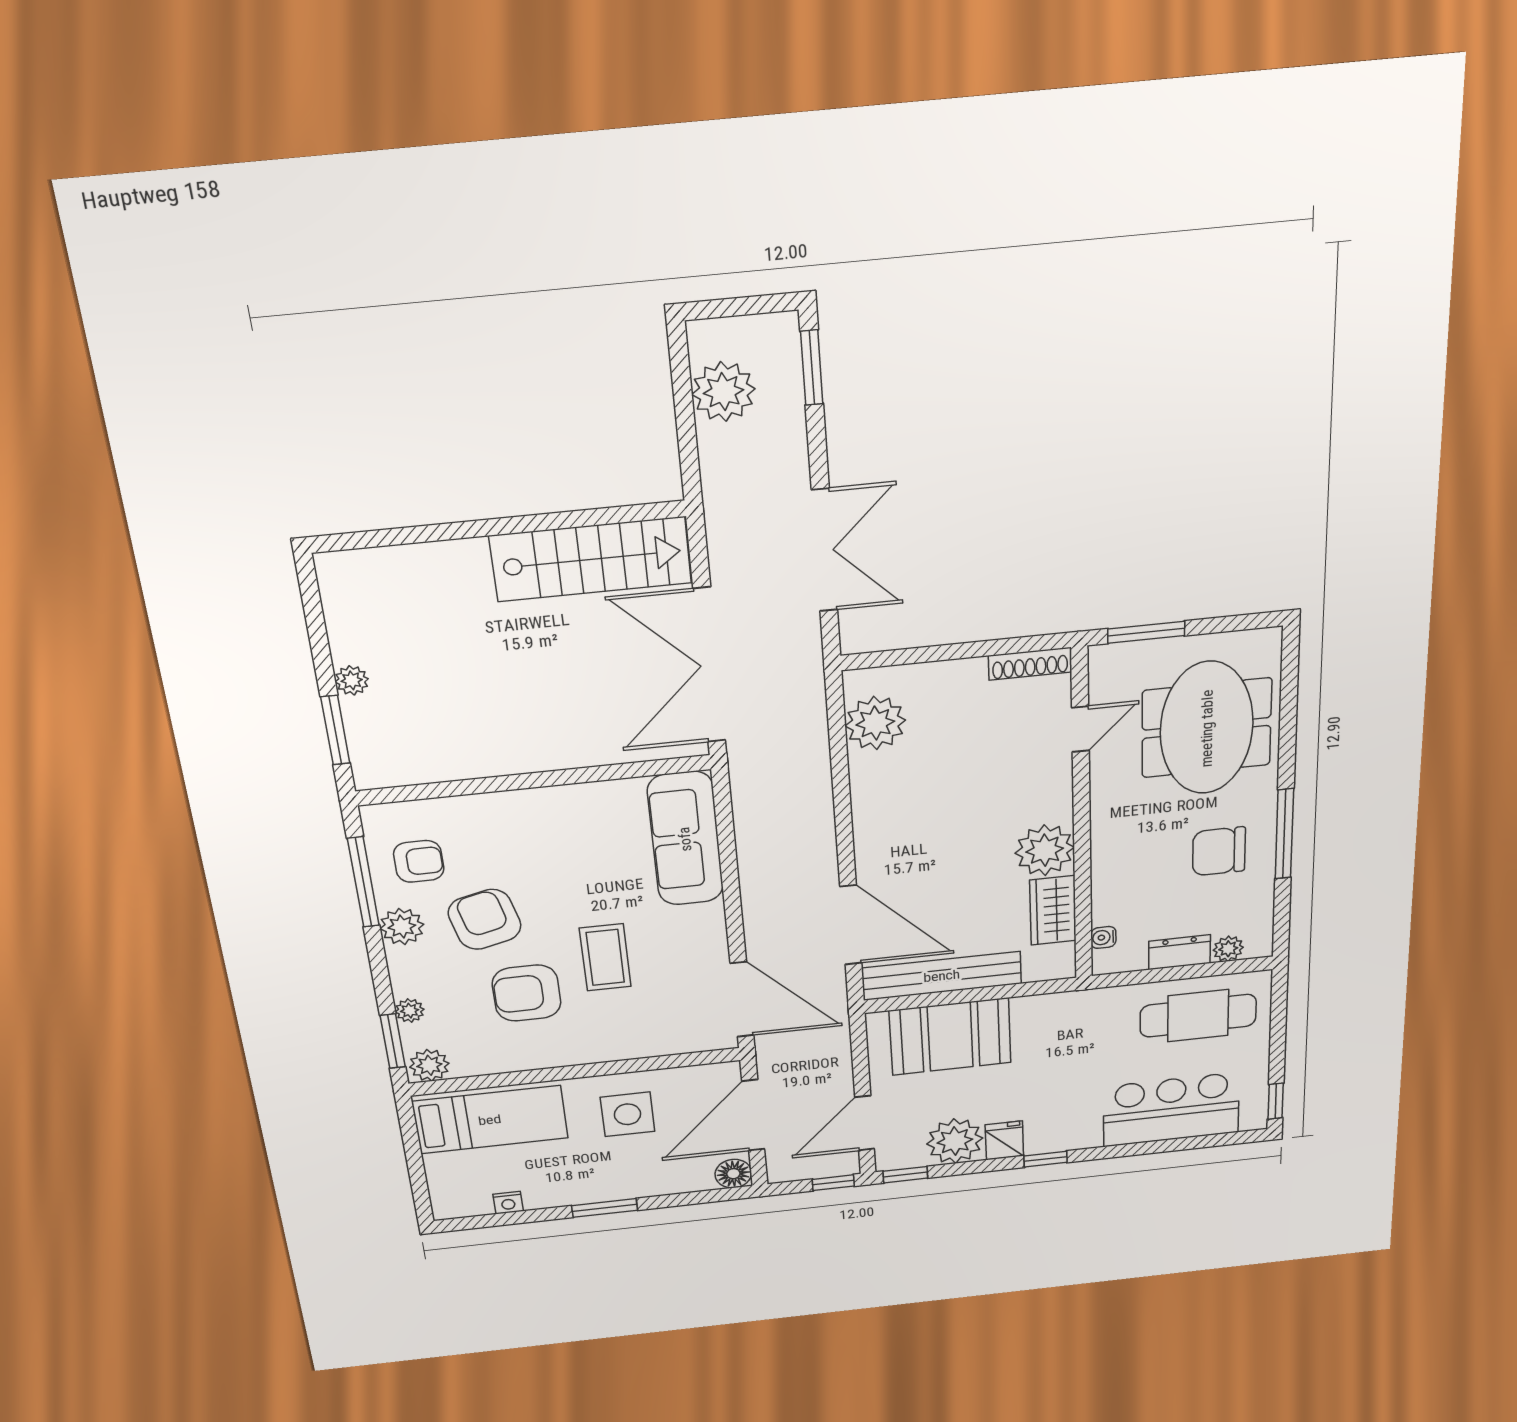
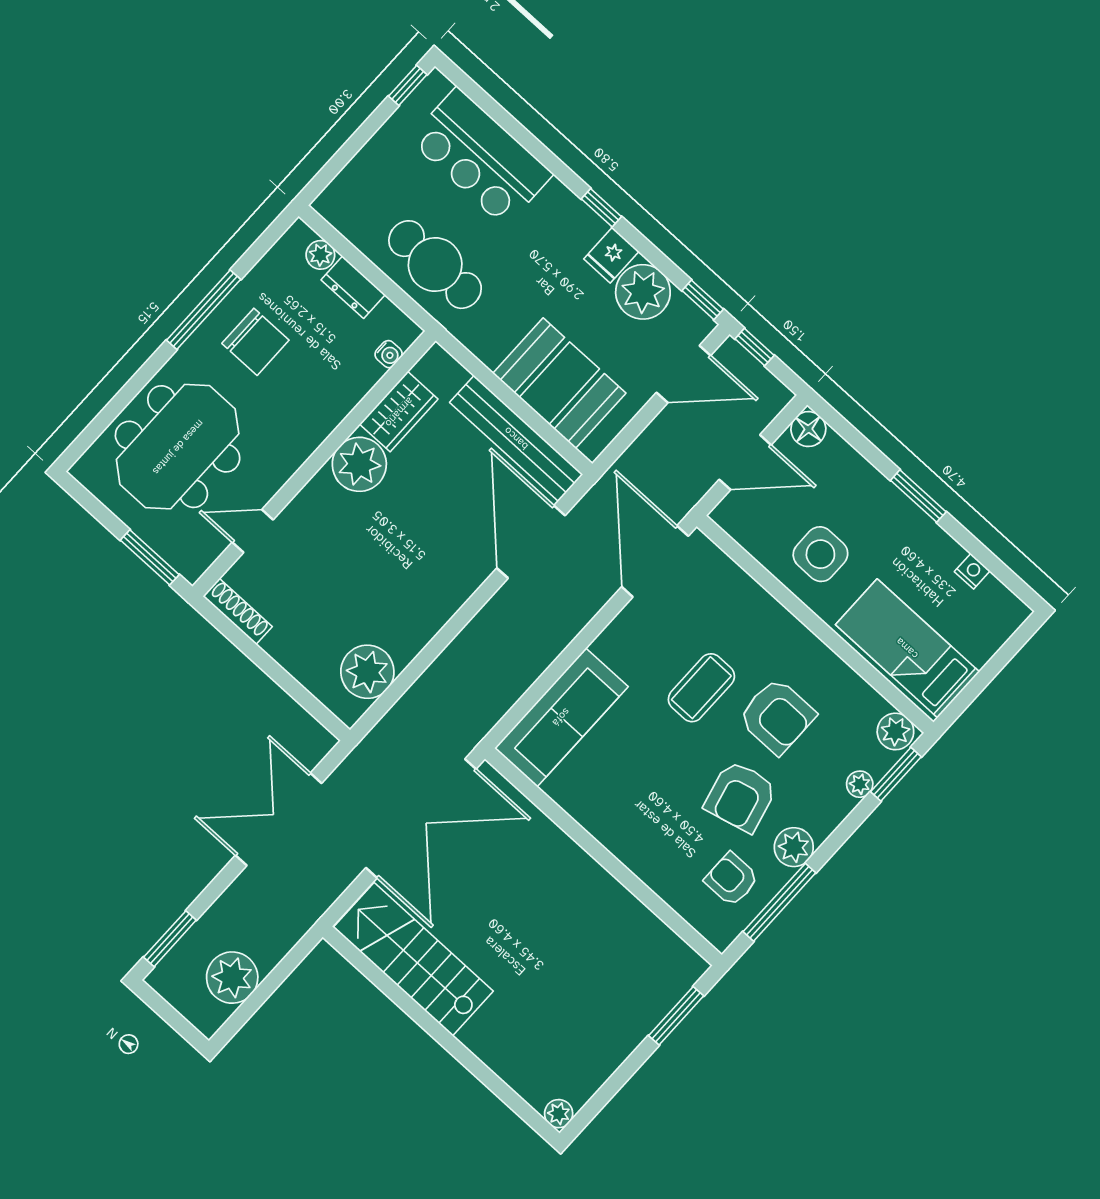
plant: (352, 680) -> (559, 1114), moved
cafe table: (1198, 1016) -> (435, 265), moved
door: (753, 1115) -> (745, 462), width x0.73

